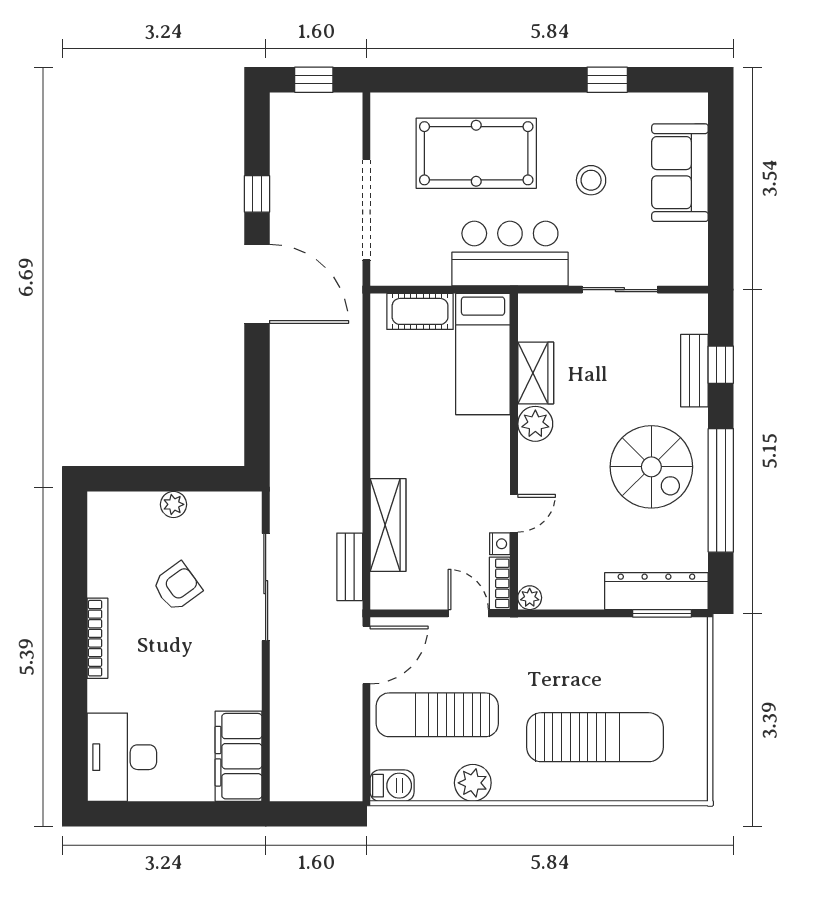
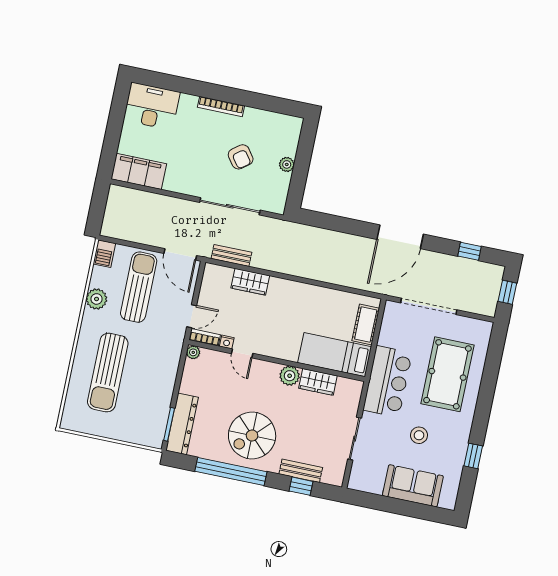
window: (257, 194) -> (470, 251), moved
wardrobe: (388, 525) -> (250, 282), width x0.67

